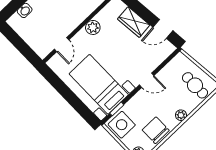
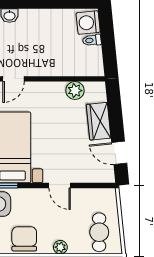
plant: (93, 27) -> (75, 91), moved

